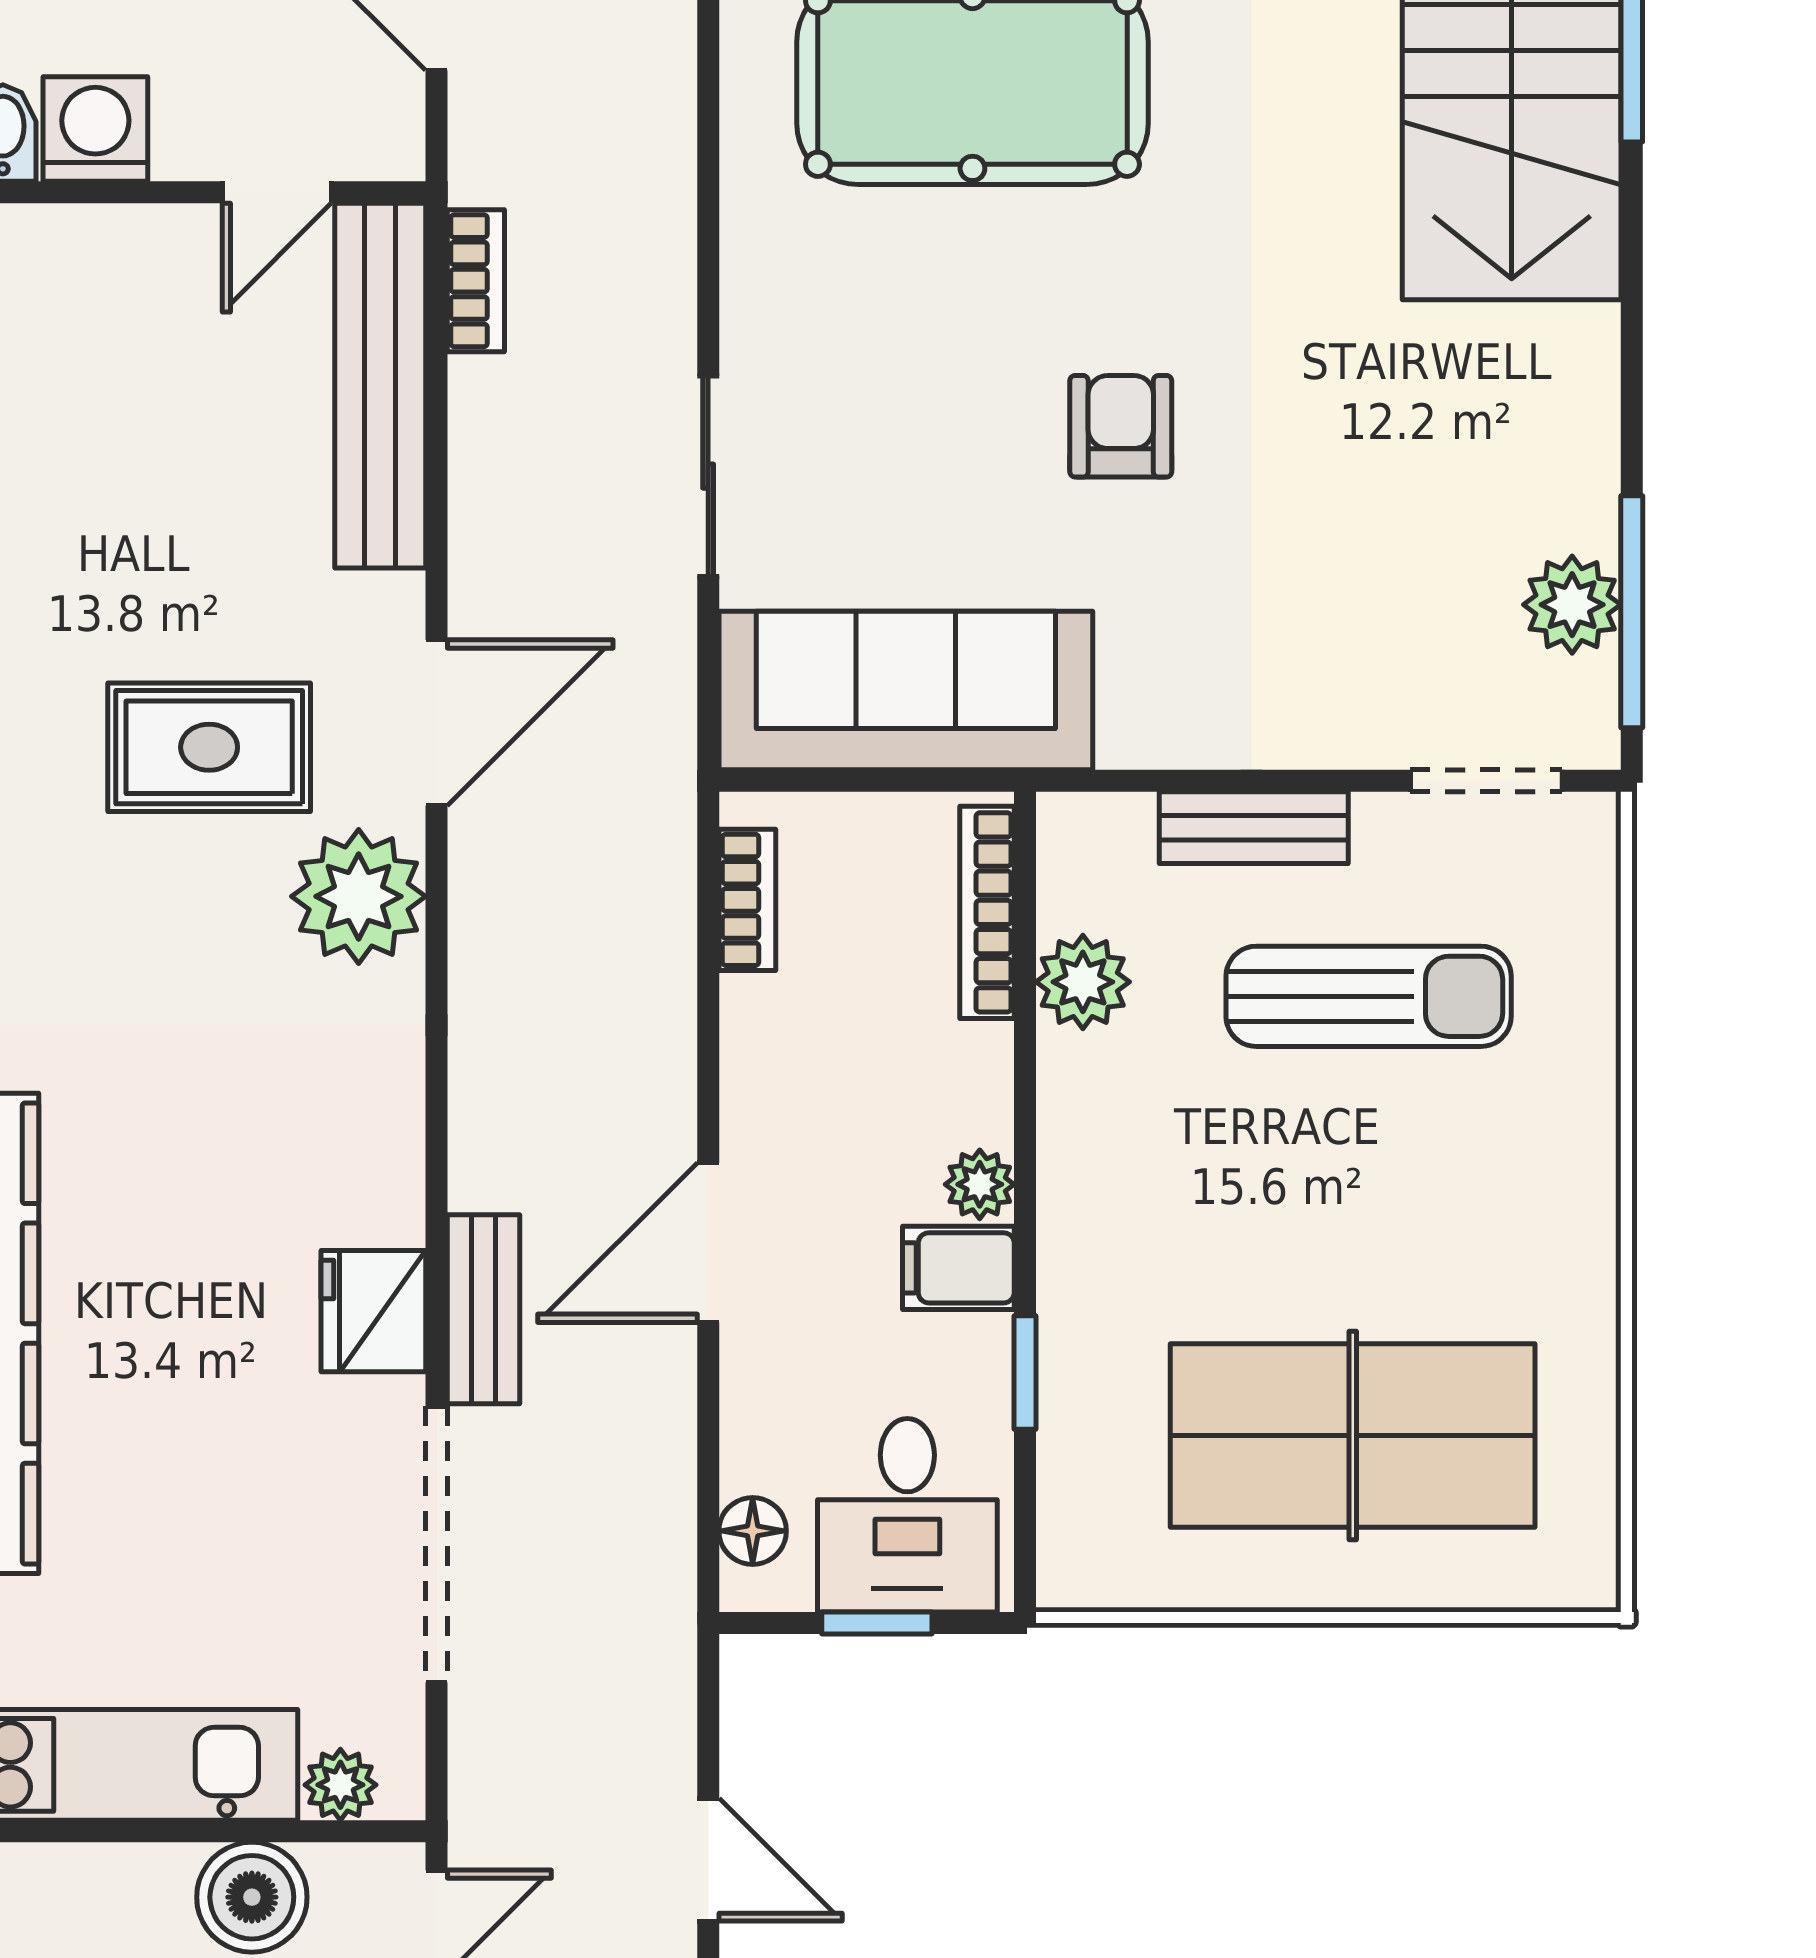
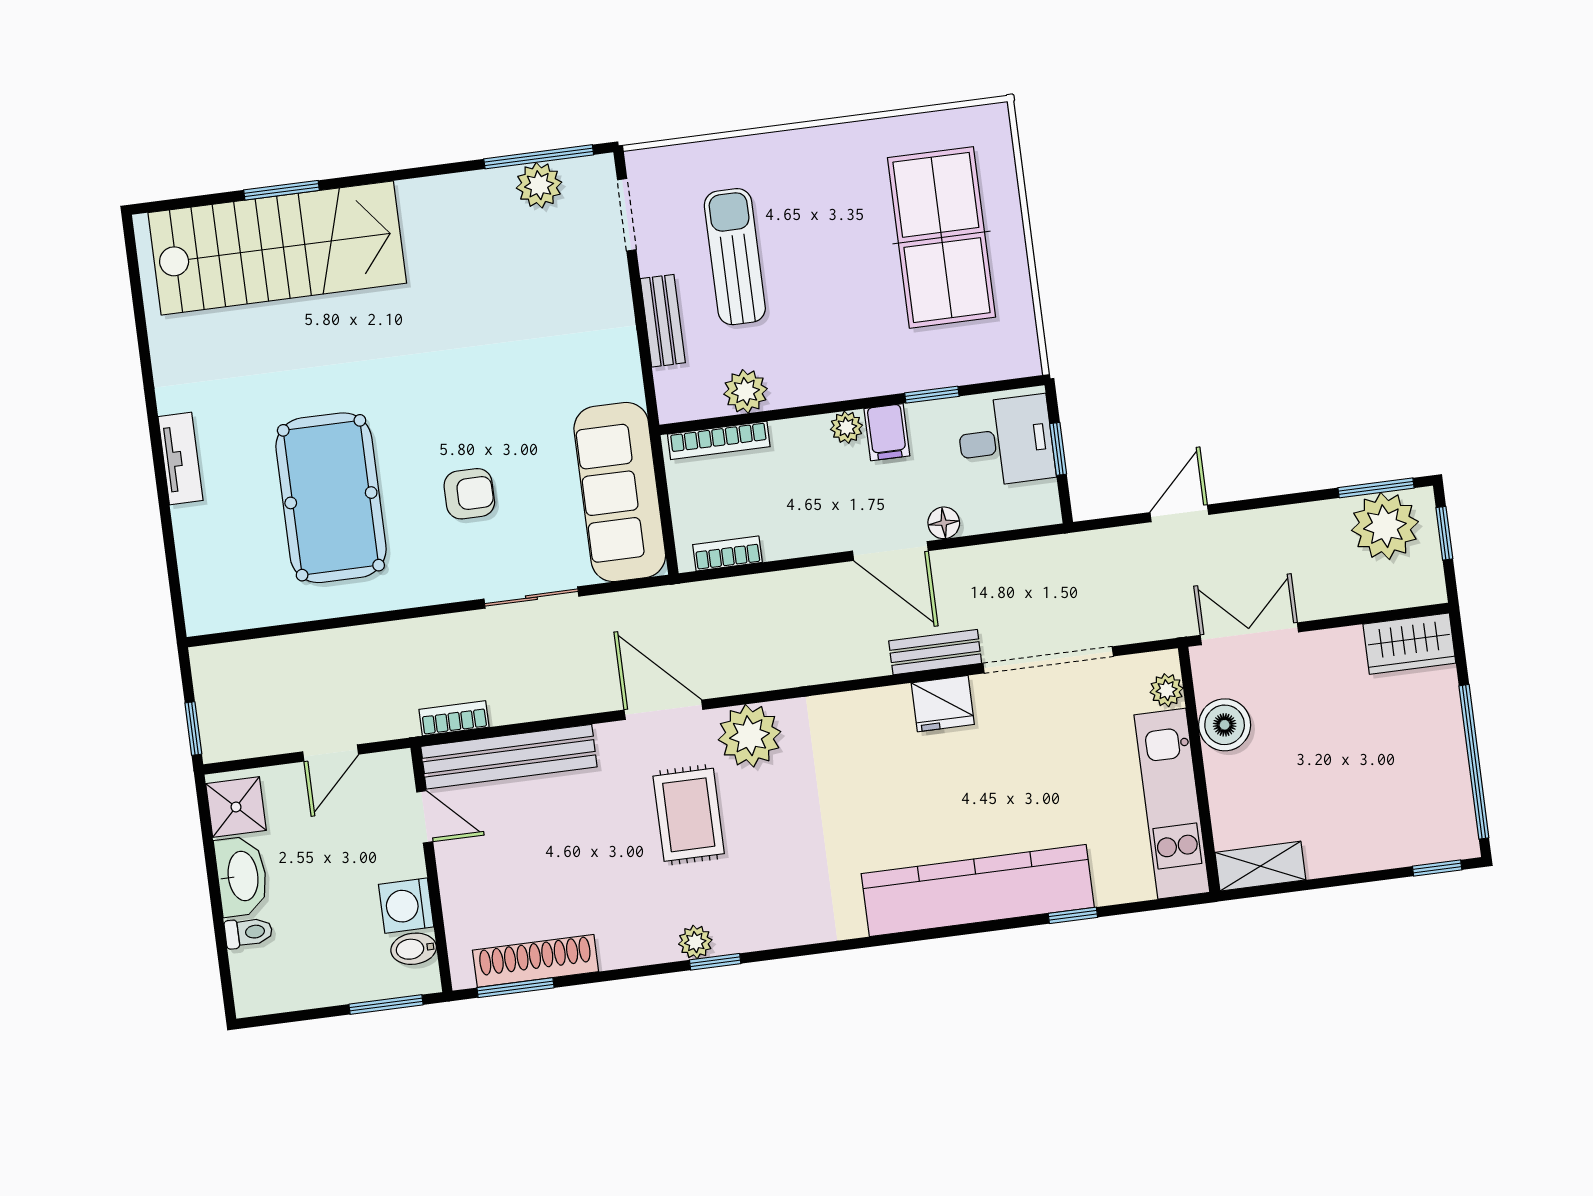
armchair: (1121, 426) -> (469, 494), moved, turned 180
floor lamp: (753, 1531) -> (944, 523), moved

